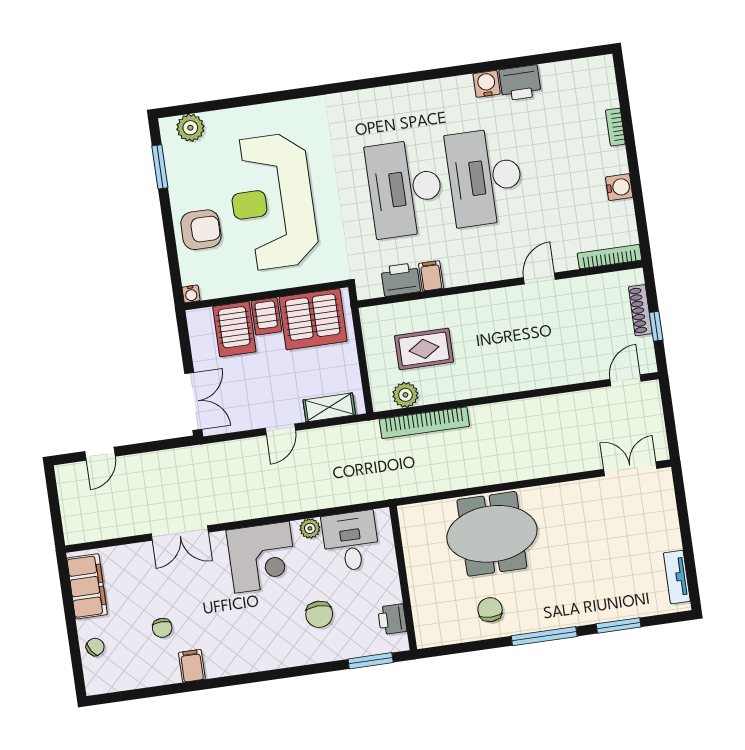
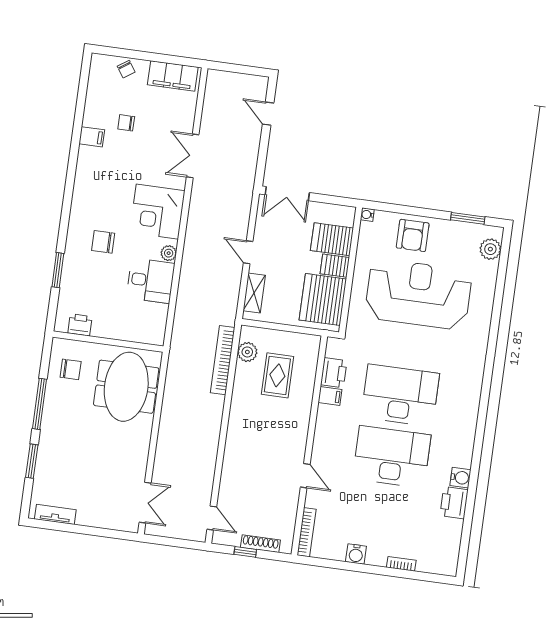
wall: (403, 578) -> (108, 342), moved
printer: (392, 619) -> (80, 325), moved

